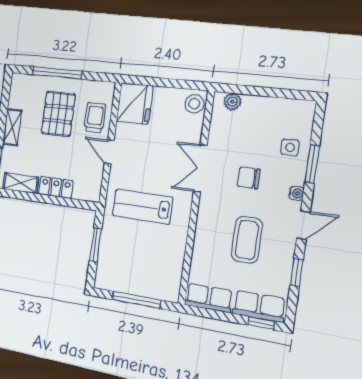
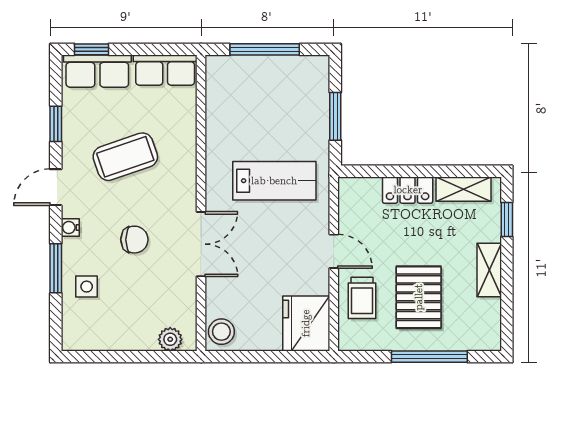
coffee table: (247, 240) -> (125, 157), turned 71

